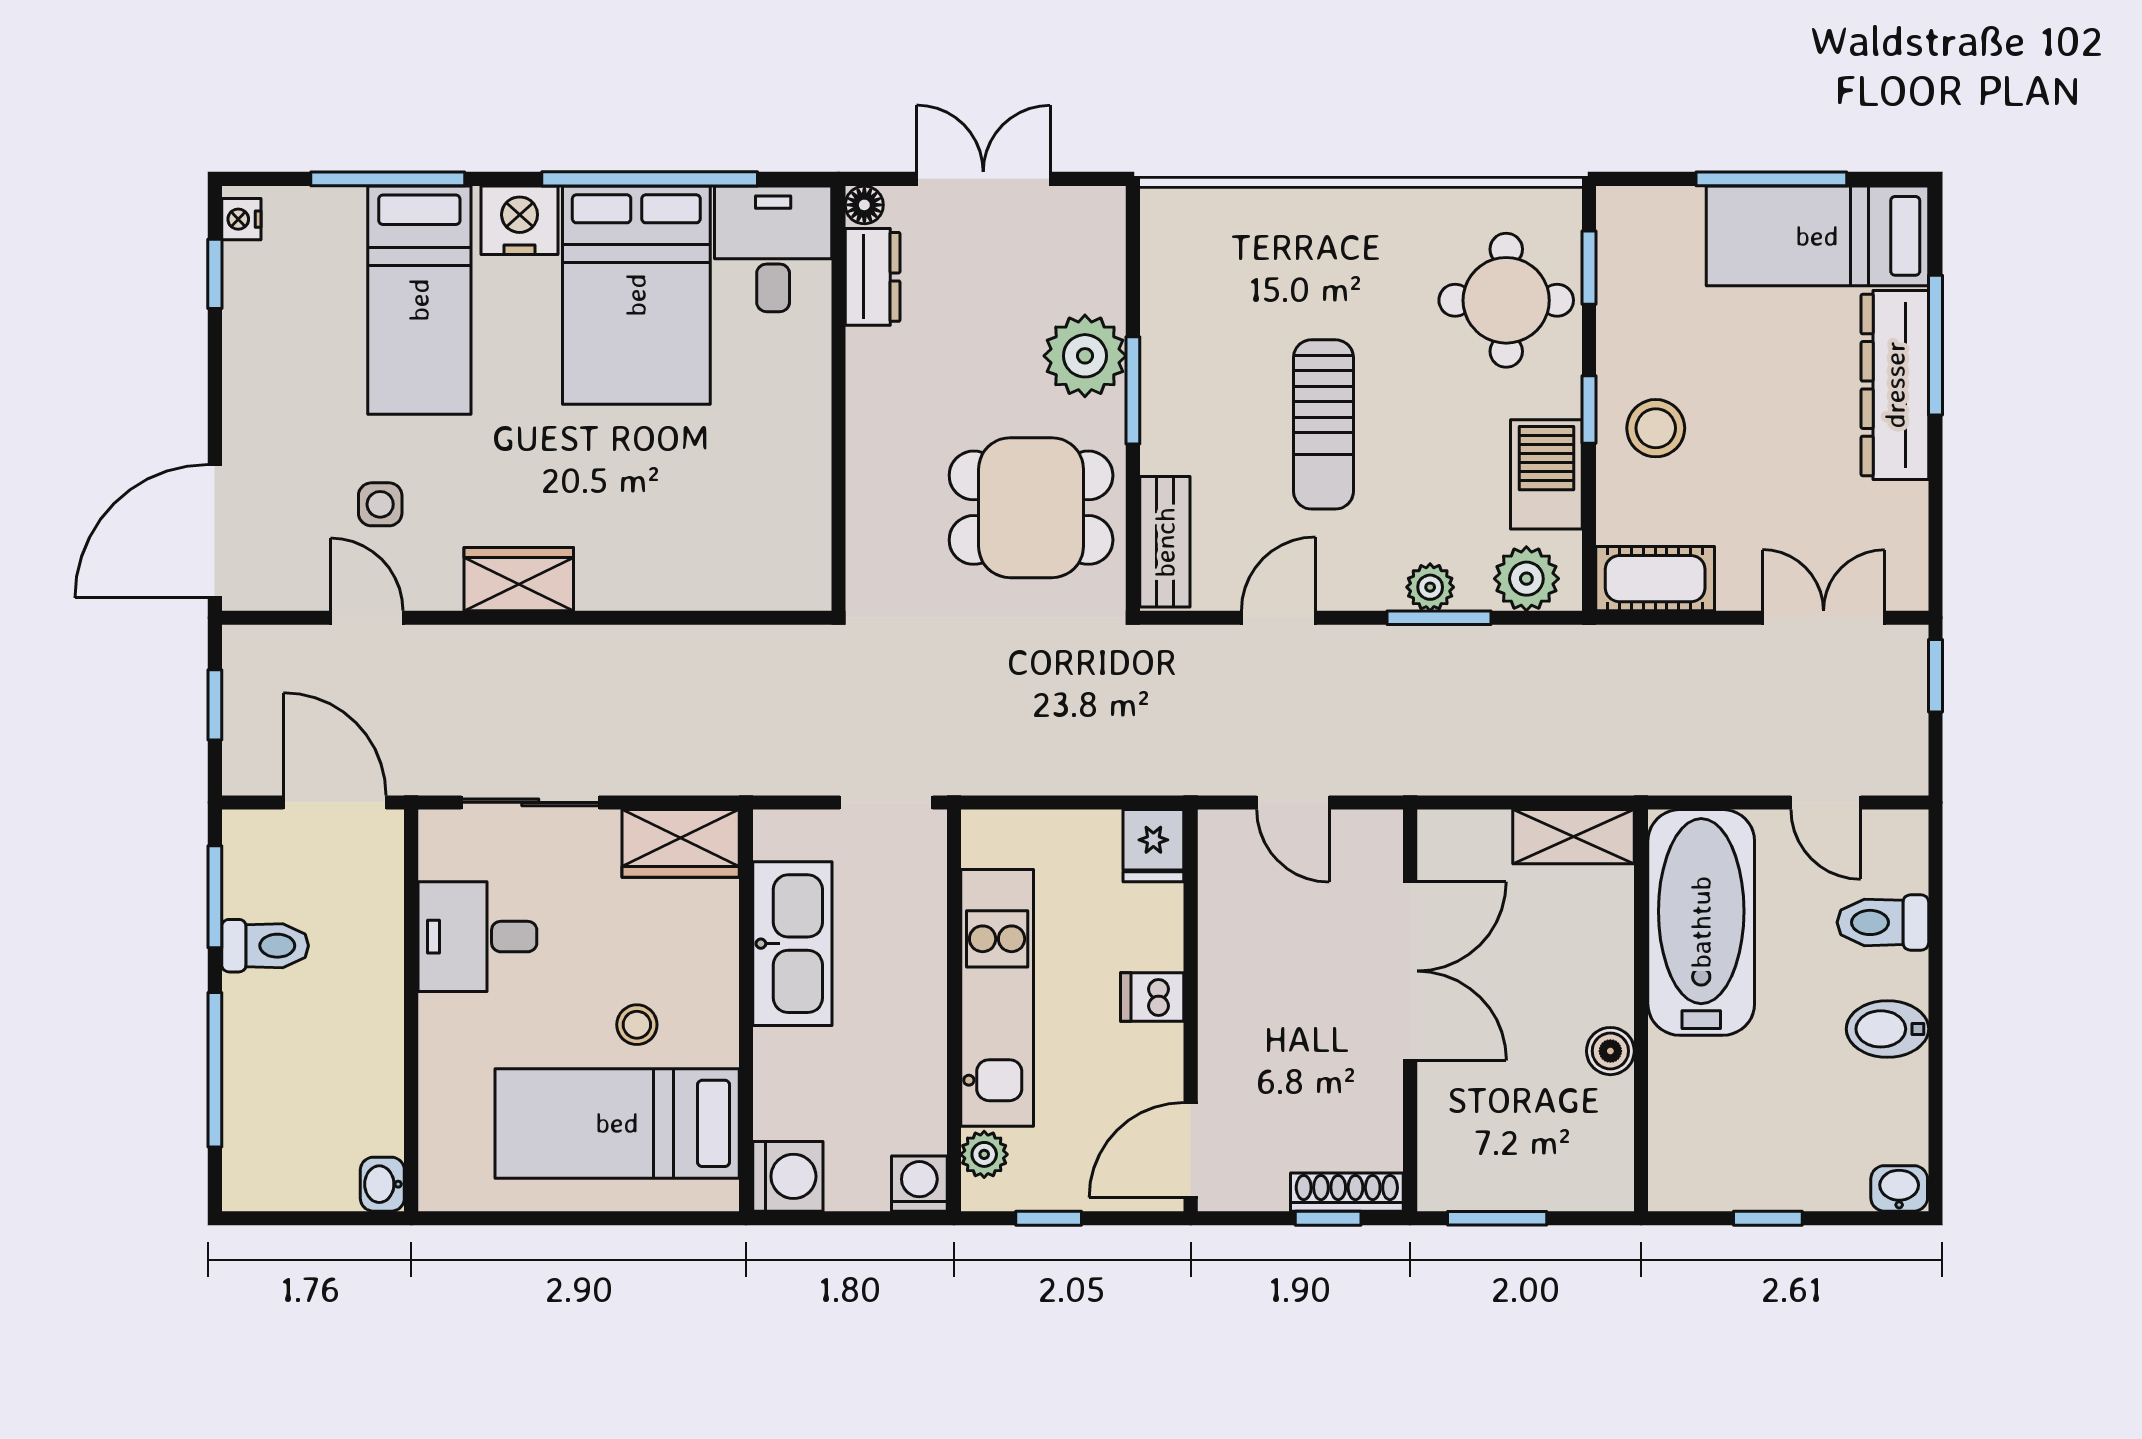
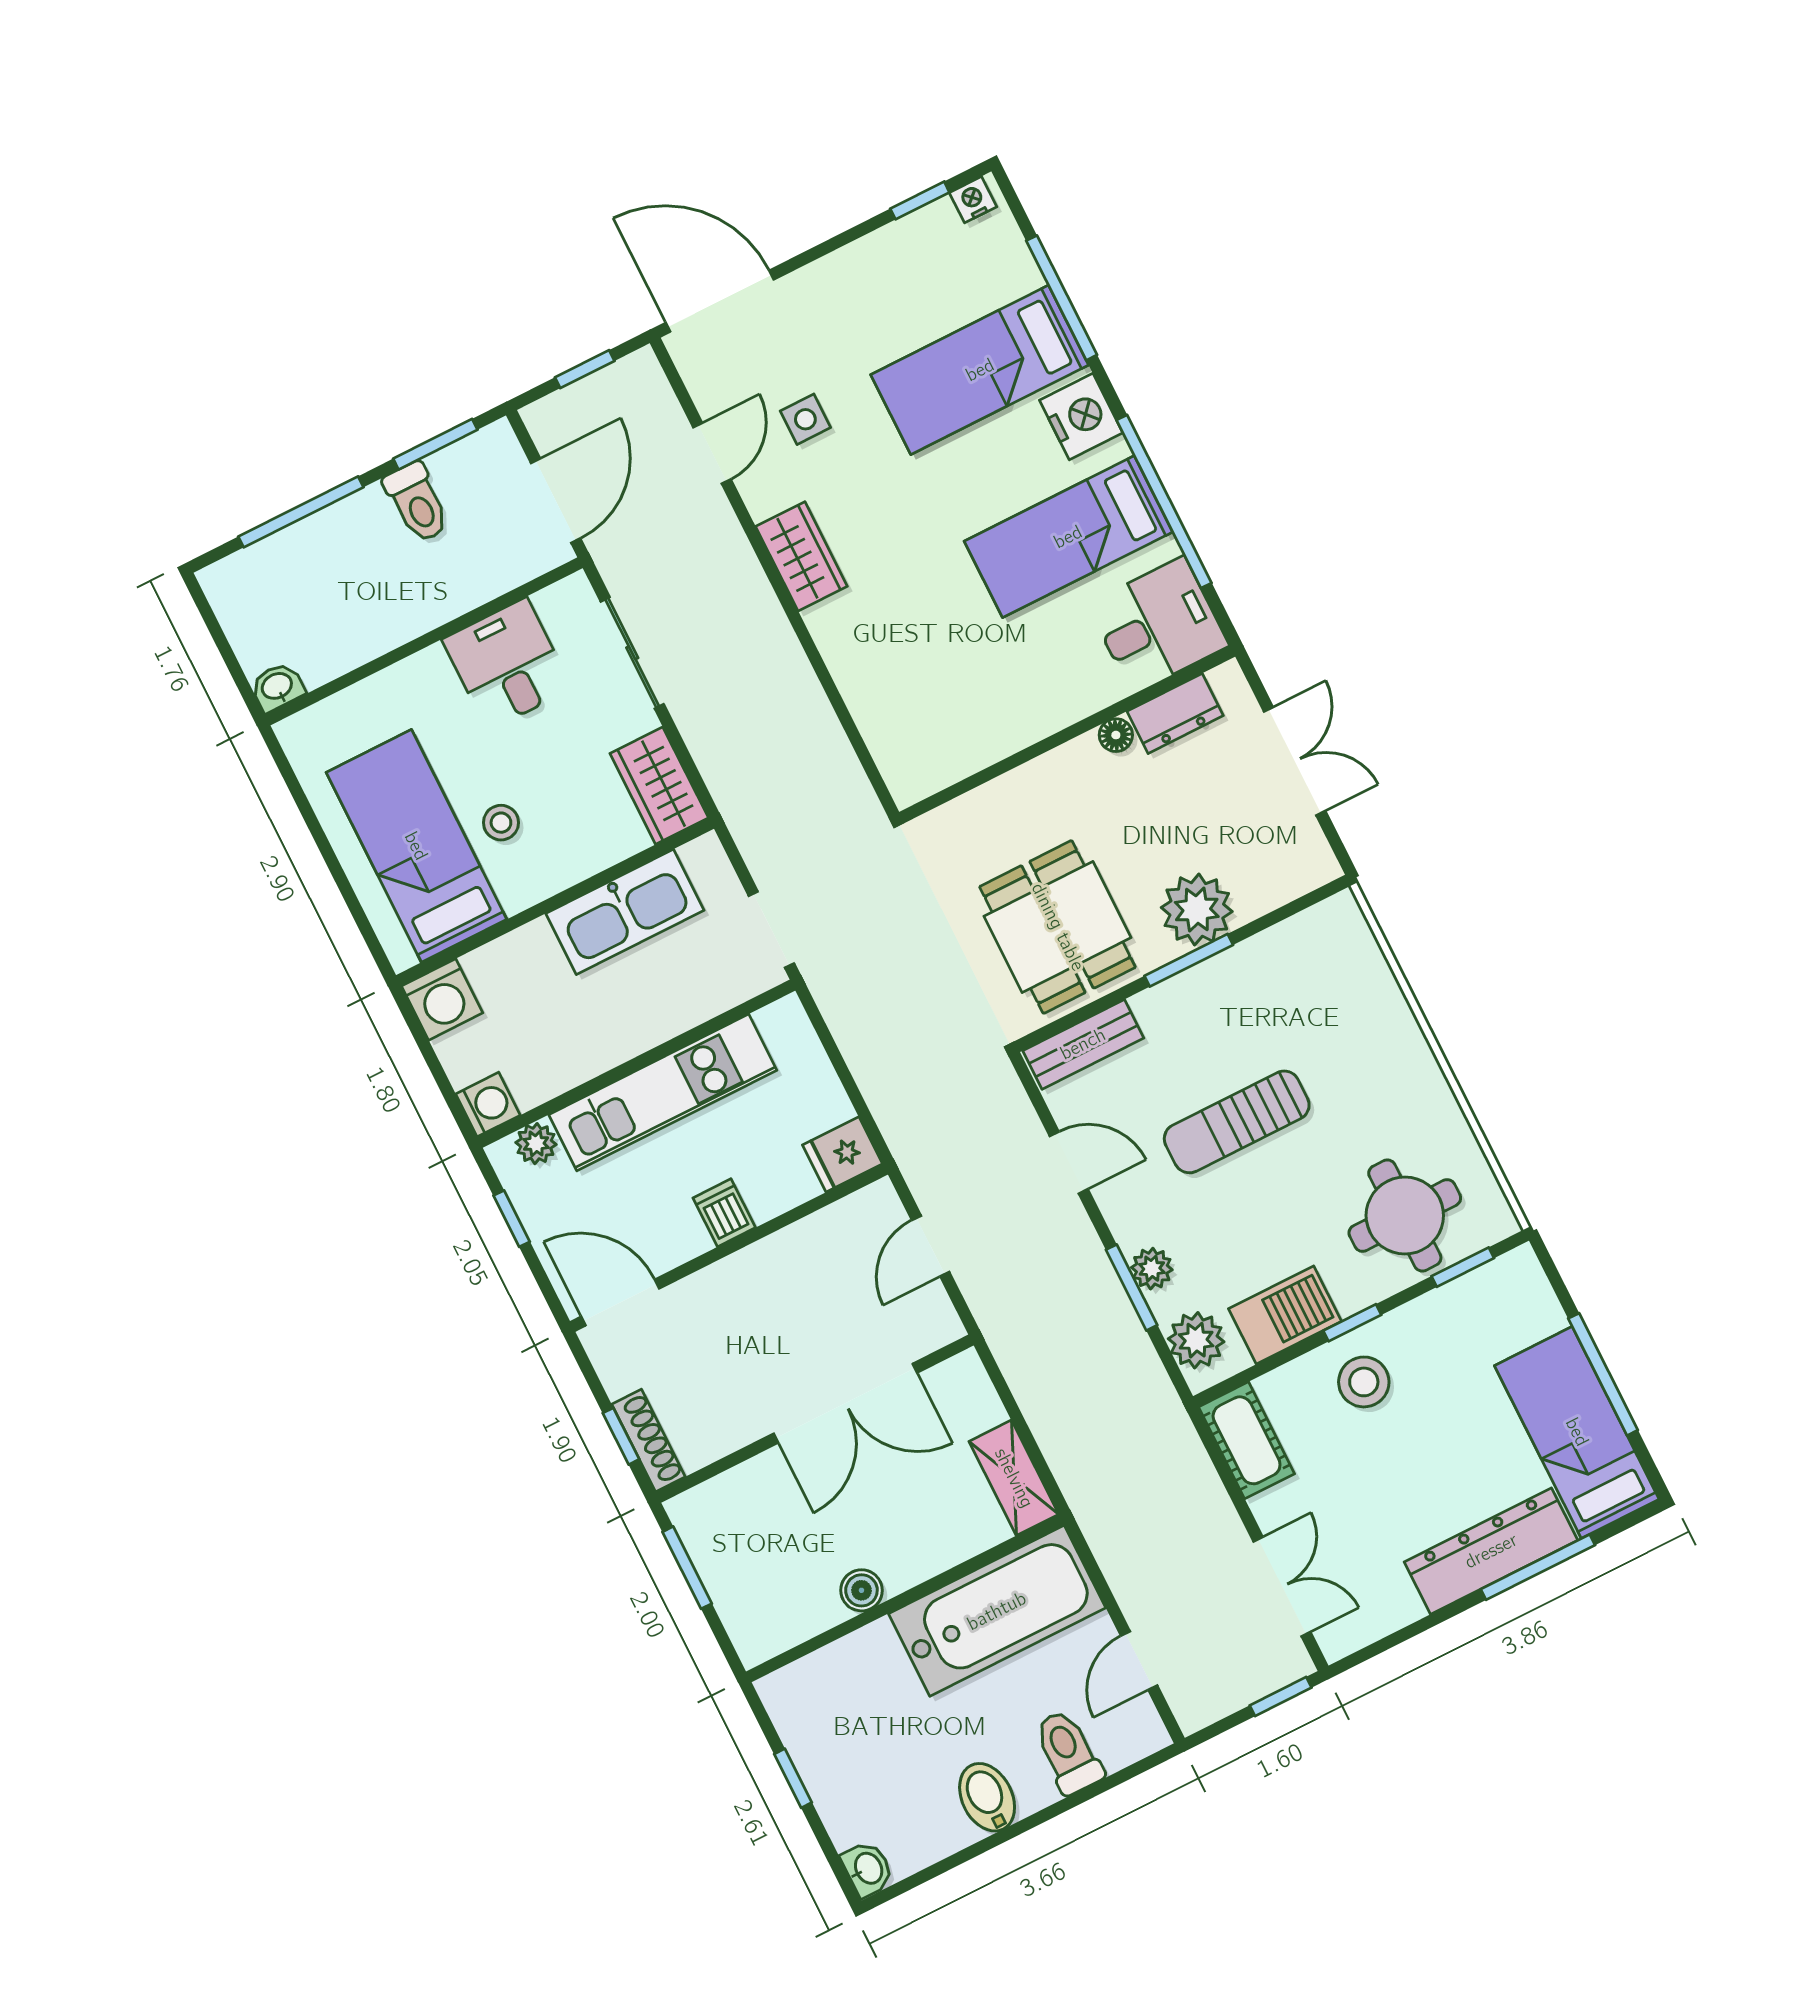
floor lamp: (864, 205) -> (1116, 735), moved
bed: (636, 295) -> (1068, 537), width x0.67

